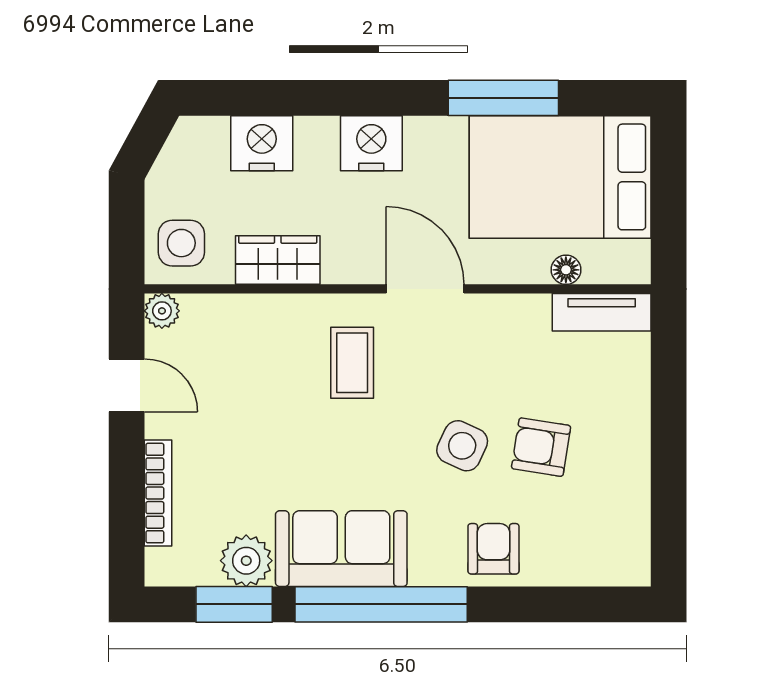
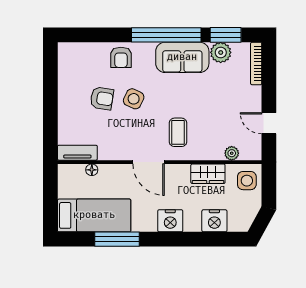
bed: (560, 177) -> (94, 215), width x0.67
plant: (162, 311) -> (232, 153), moved
bookcase: (158, 493) -> (256, 63), moved

